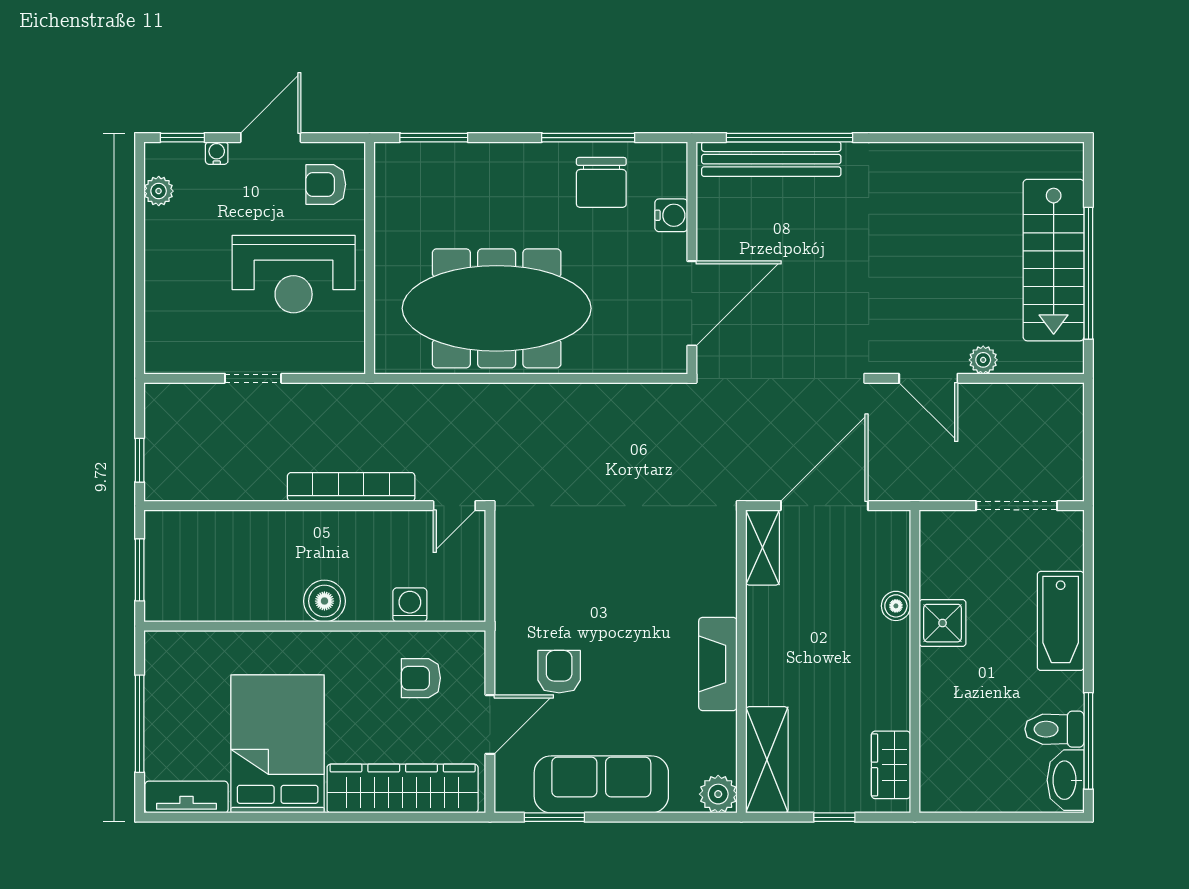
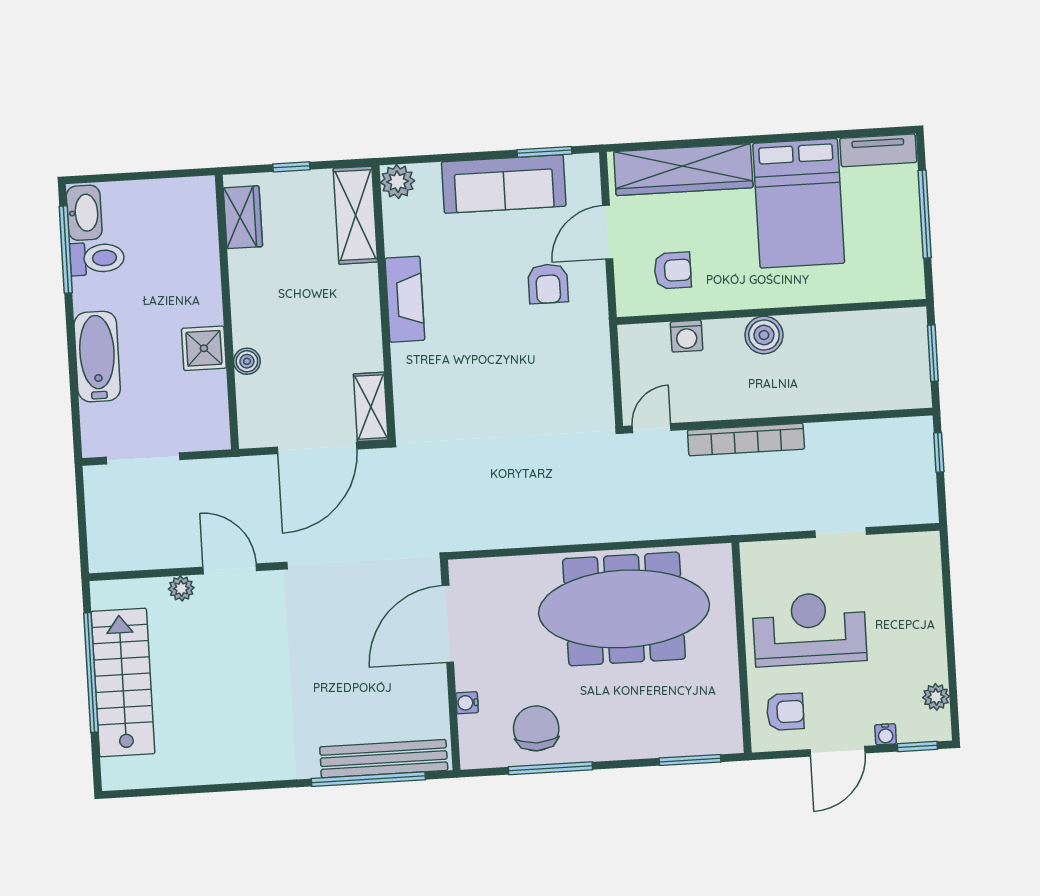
water cooler: (671, 215) -> (467, 703), width x0.72, depth x0.72

